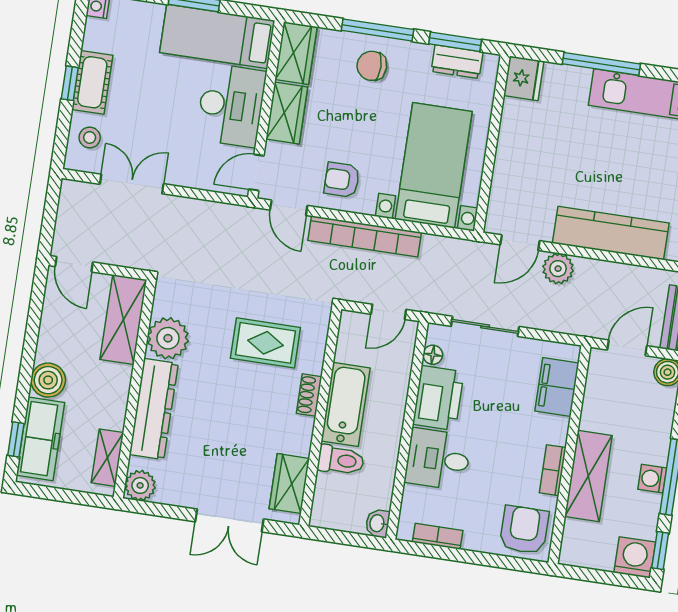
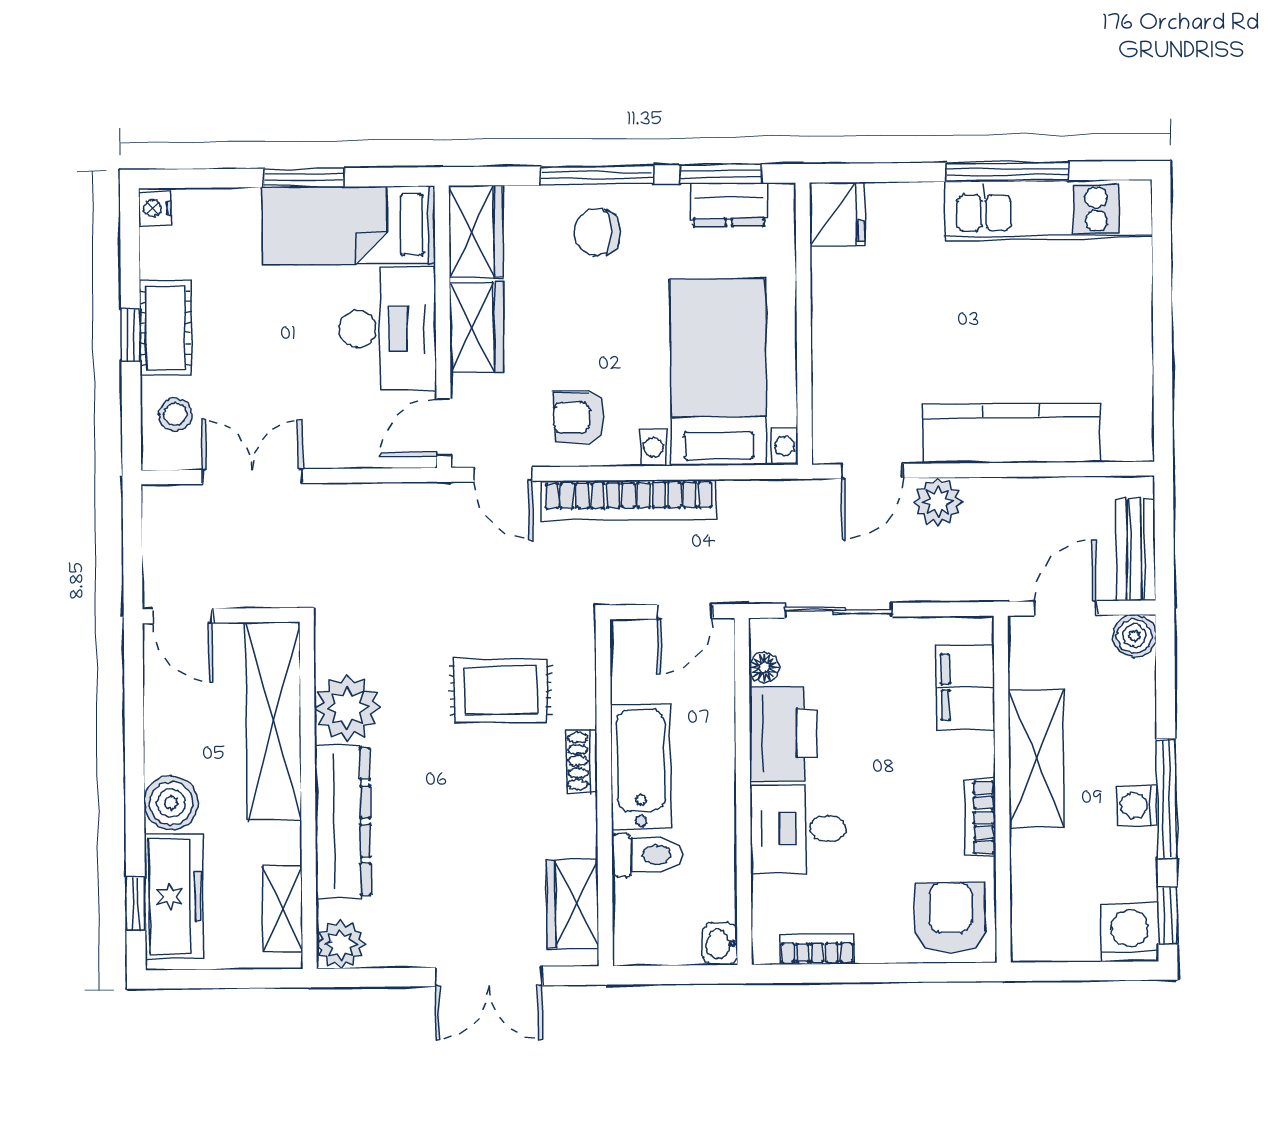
window: (601, 64) -> (1007, 171), moved
shelving: (123, 320) -> (273, 722), width x1.47
shelving: (588, 476) -> (1036, 758), moved

